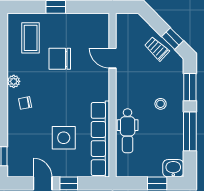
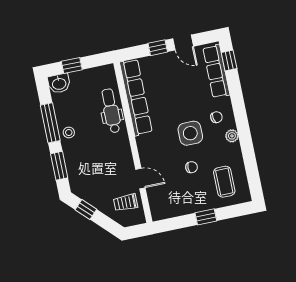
trolley: (157, 49) -> (126, 203), moved, turned 137
chair: (60, 59) -> (192, 167), width x0.54, depth x0.54
stool: (161, 104) -> (69, 132), moved
side table: (64, 138) -> (190, 133), moved
row of seats: (16, 148) -> (216, 71), added

